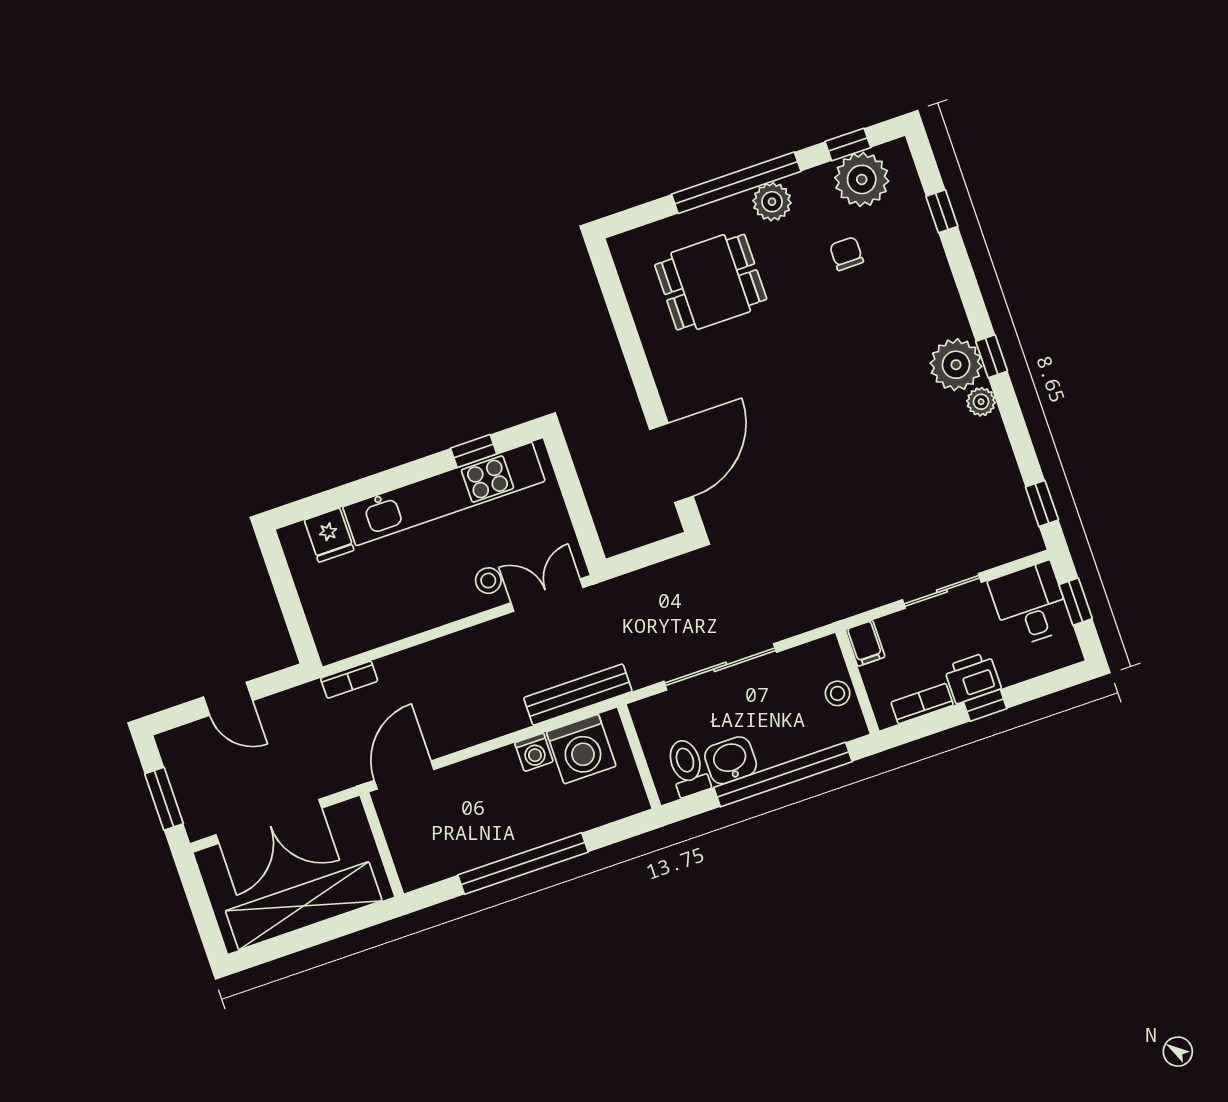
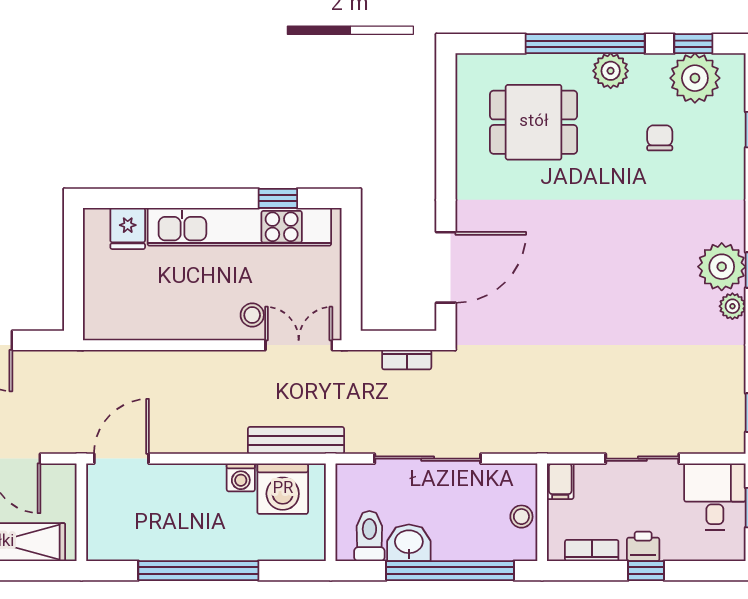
printer: (972, 678) -> (643, 546), width x0.73, depth x0.81
bookcase: (349, 680) -> (407, 360), moved

